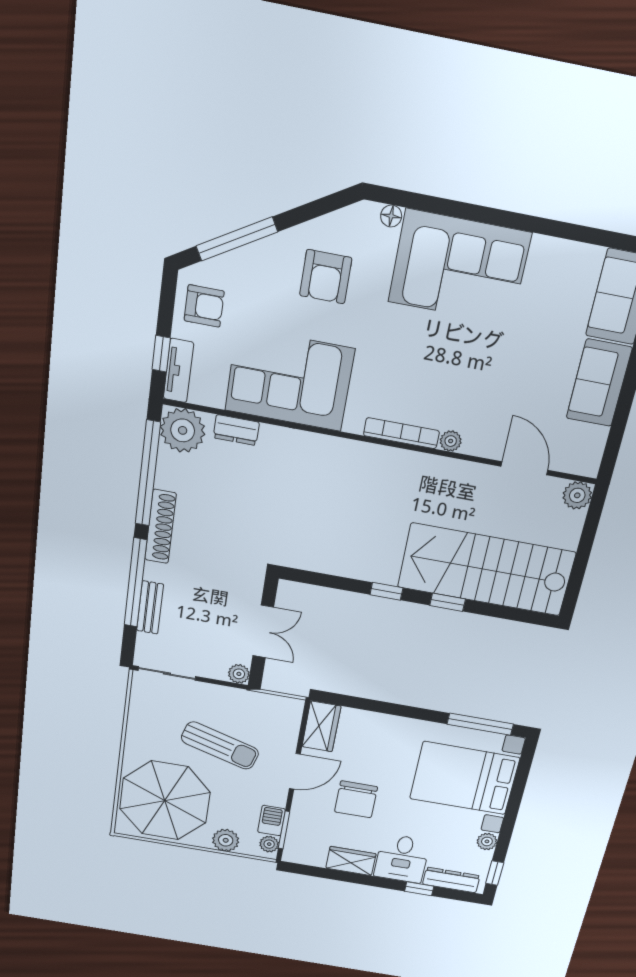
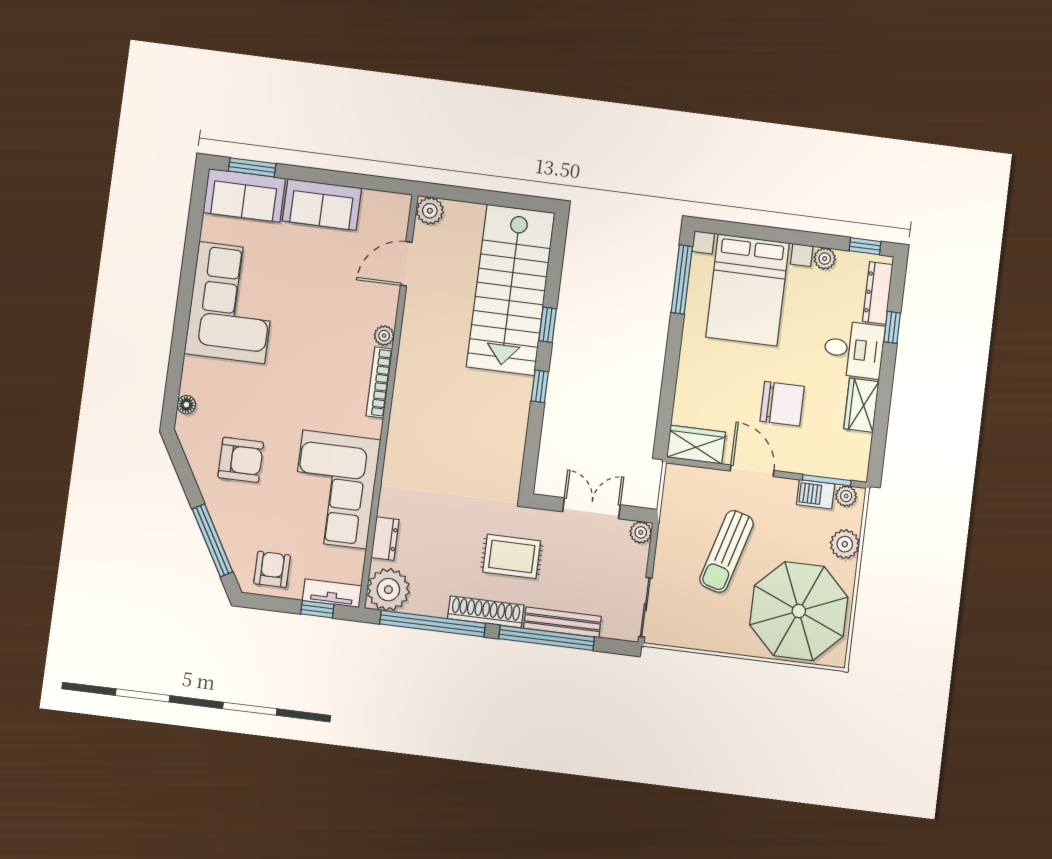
corner sofa: (459, 267) -> (232, 303), moved
rug: (216, 555) -> (512, 556), added
bench: (150, 607) -> (562, 622), width x1.36
sun lounger: (220, 746) -> (726, 551), turned 180

